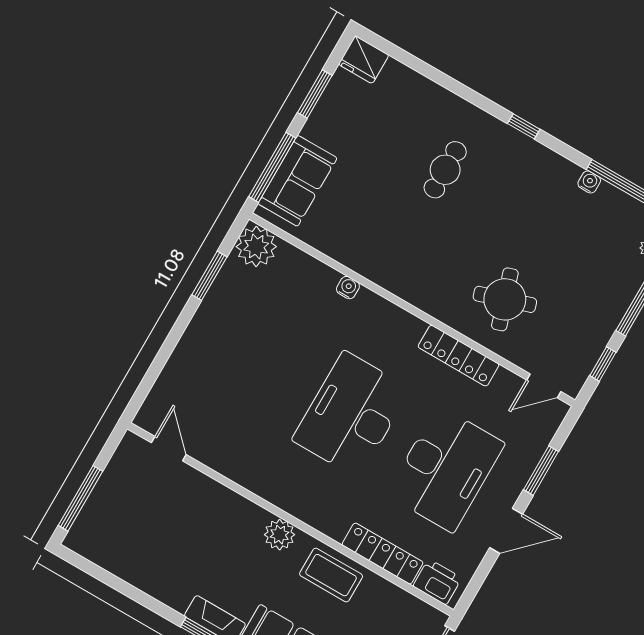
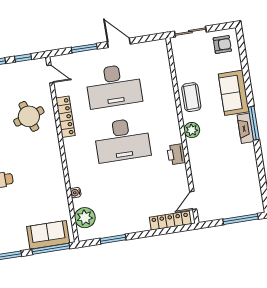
plant: (256, 247) -> (85, 218), moved
water cooler: (348, 288) -> (76, 193), moved
desk: (445, 469) -> (114, 86), turned 180
locker: (383, 554) -> (170, 221), moved, turned 90
printer: (437, 582) -> (176, 154), moved

